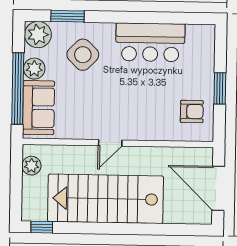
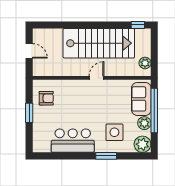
window: (68, 16) -> (106, 156), moved
side table: (83, 55) -> (114, 132), turned 45
armchair: (192, 111) -> (46, 98), turned 180
door: (218, 188) -> (29, 51), width x0.53

